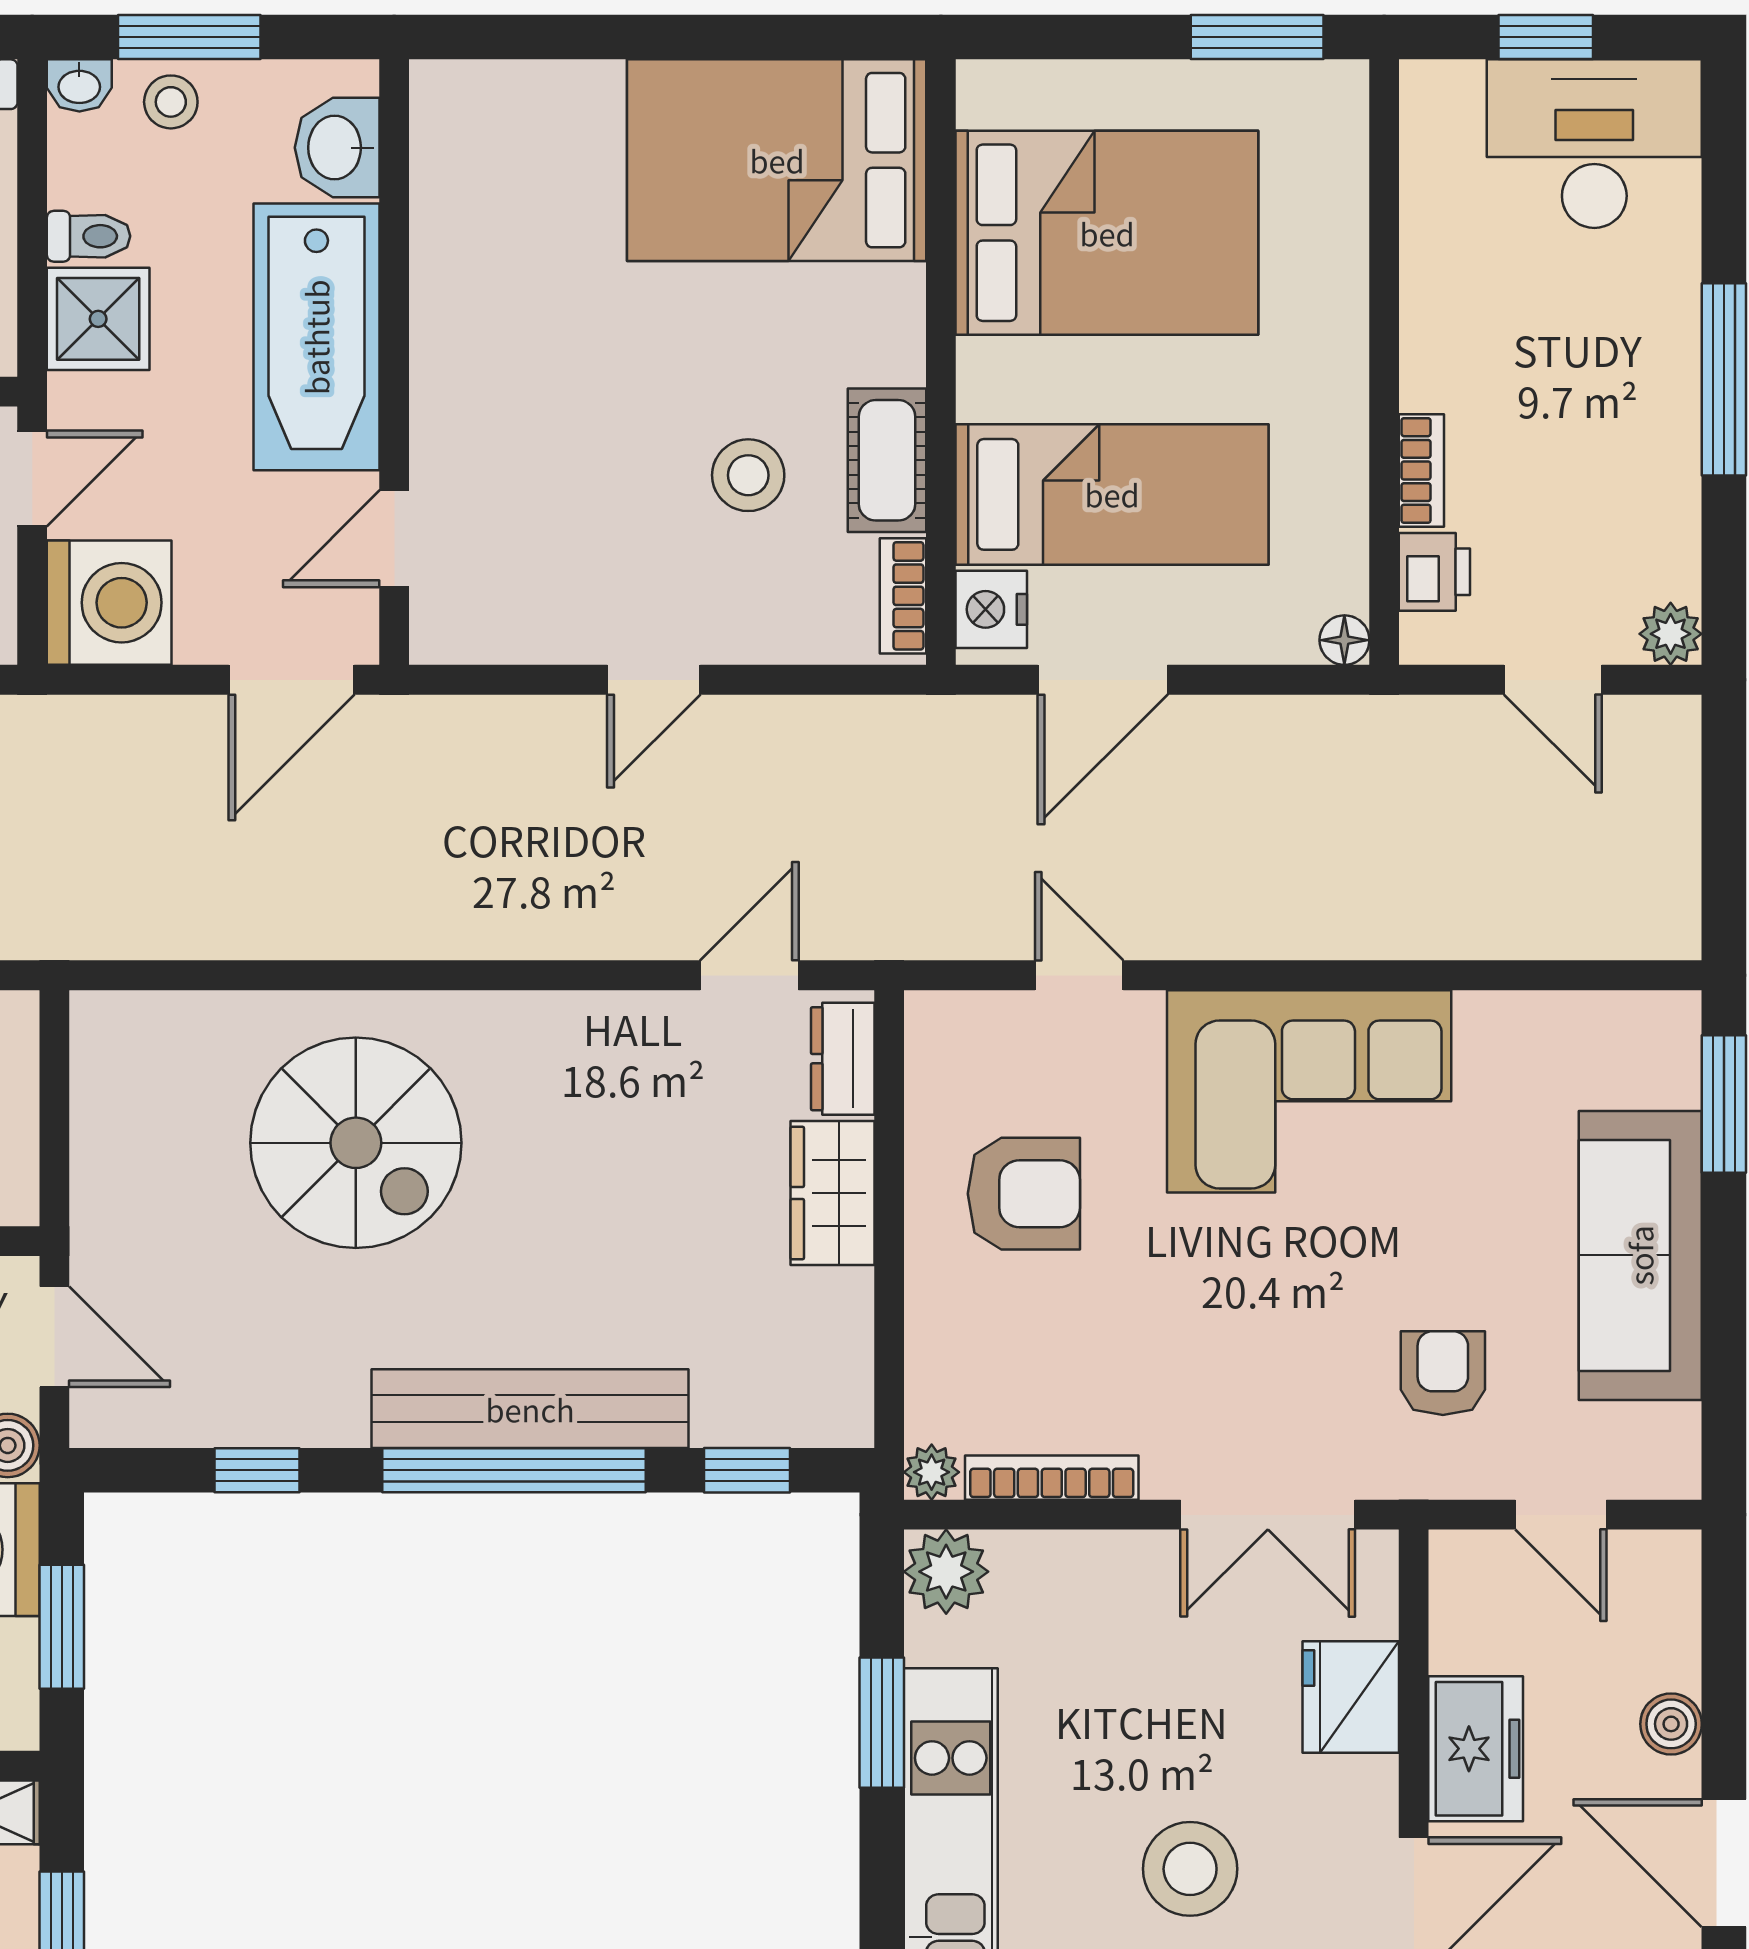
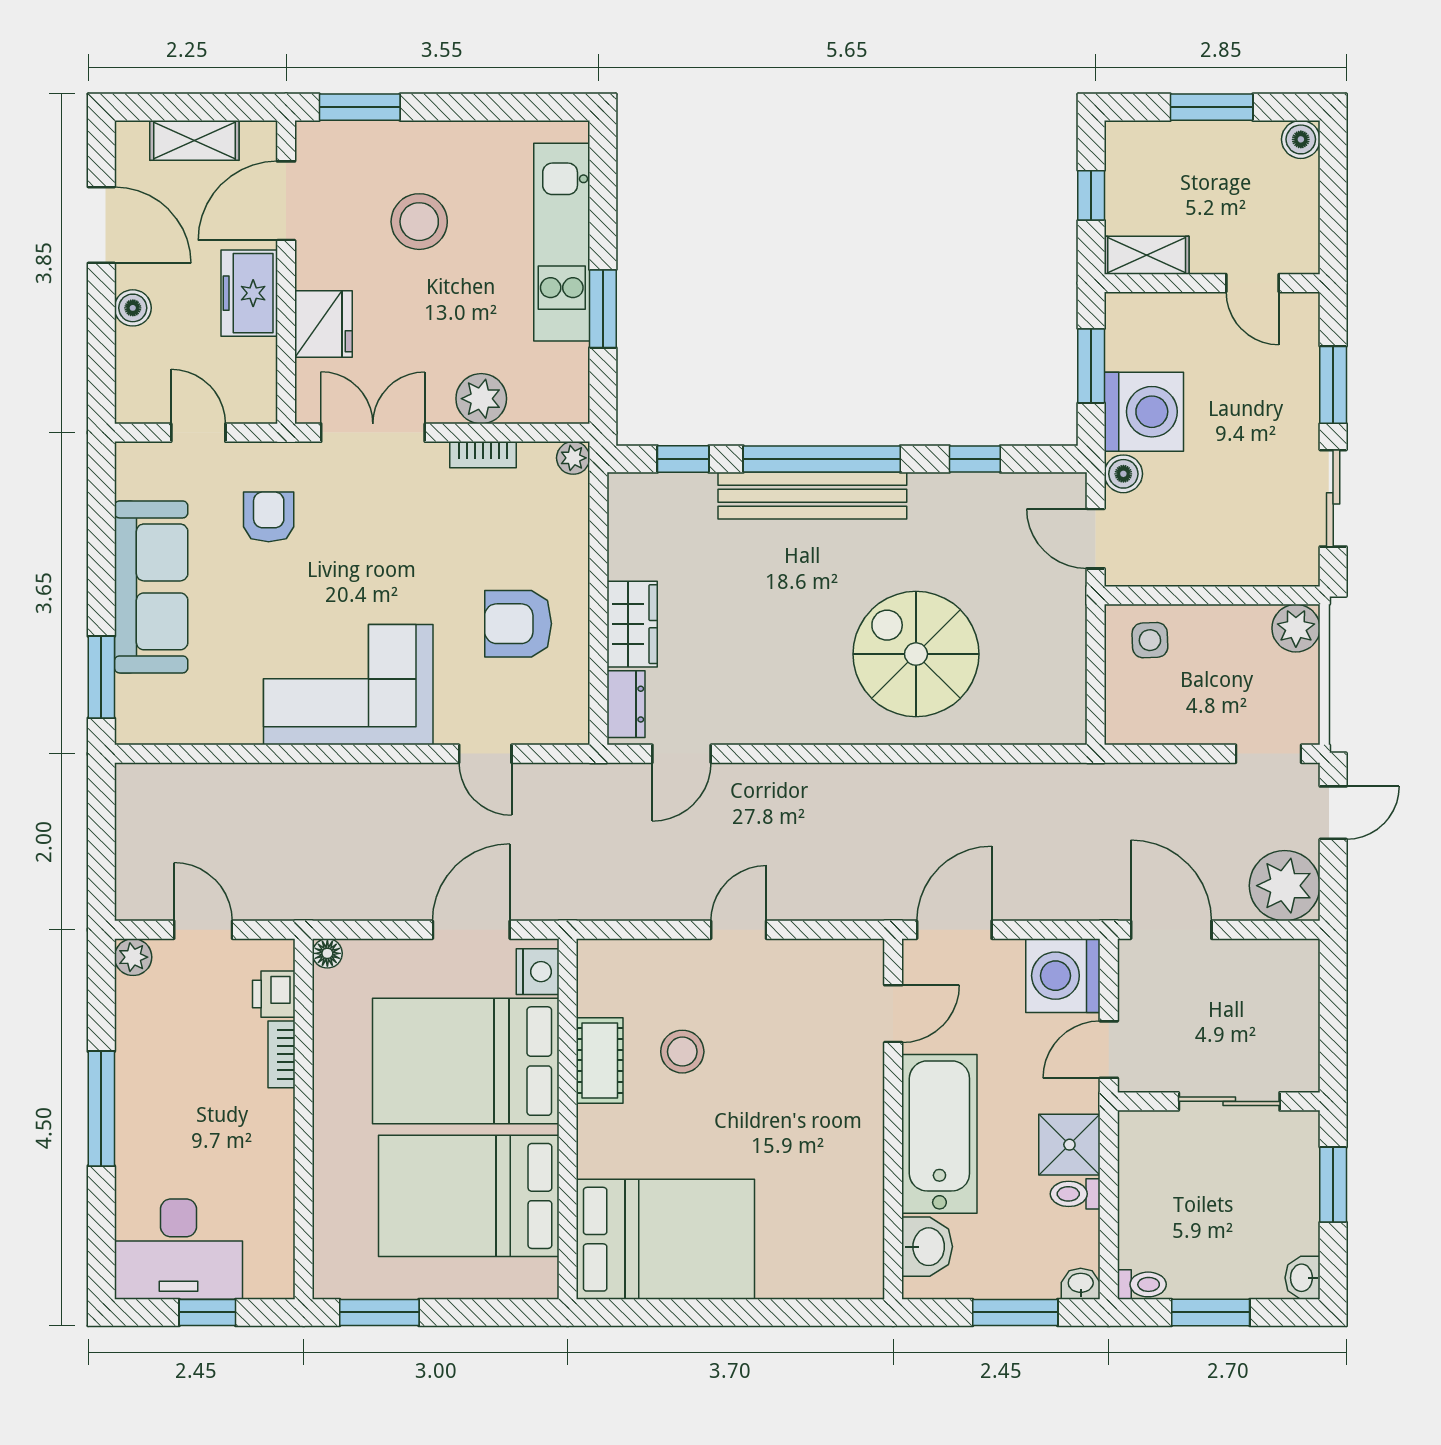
stool: (171, 102) -> (1026, 1274), removed
bed: (1112, 494) -> (466, 1061), width x1.50
bookcase: (903, 596) -> (590, 980), removed
armchair: (1443, 1373) -> (269, 517), turned 180
bookcase: (1052, 1478) -> (483, 455), width x0.64
plant: (946, 1572) -> (481, 399), moved

